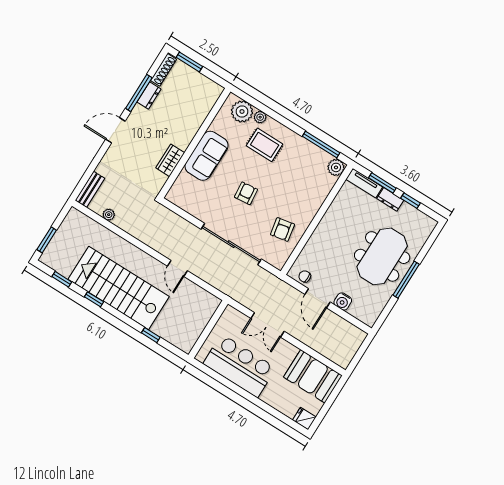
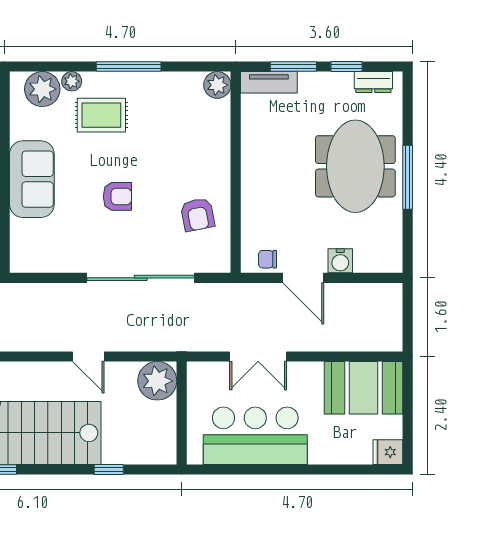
window: (321, 145) -> (129, 67), moved
armchair: (246, 193) -> (117, 196), turned 96
dresser: (390, 199) -> (373, 82), moved
plant: (206, 304) -> (157, 381), added

